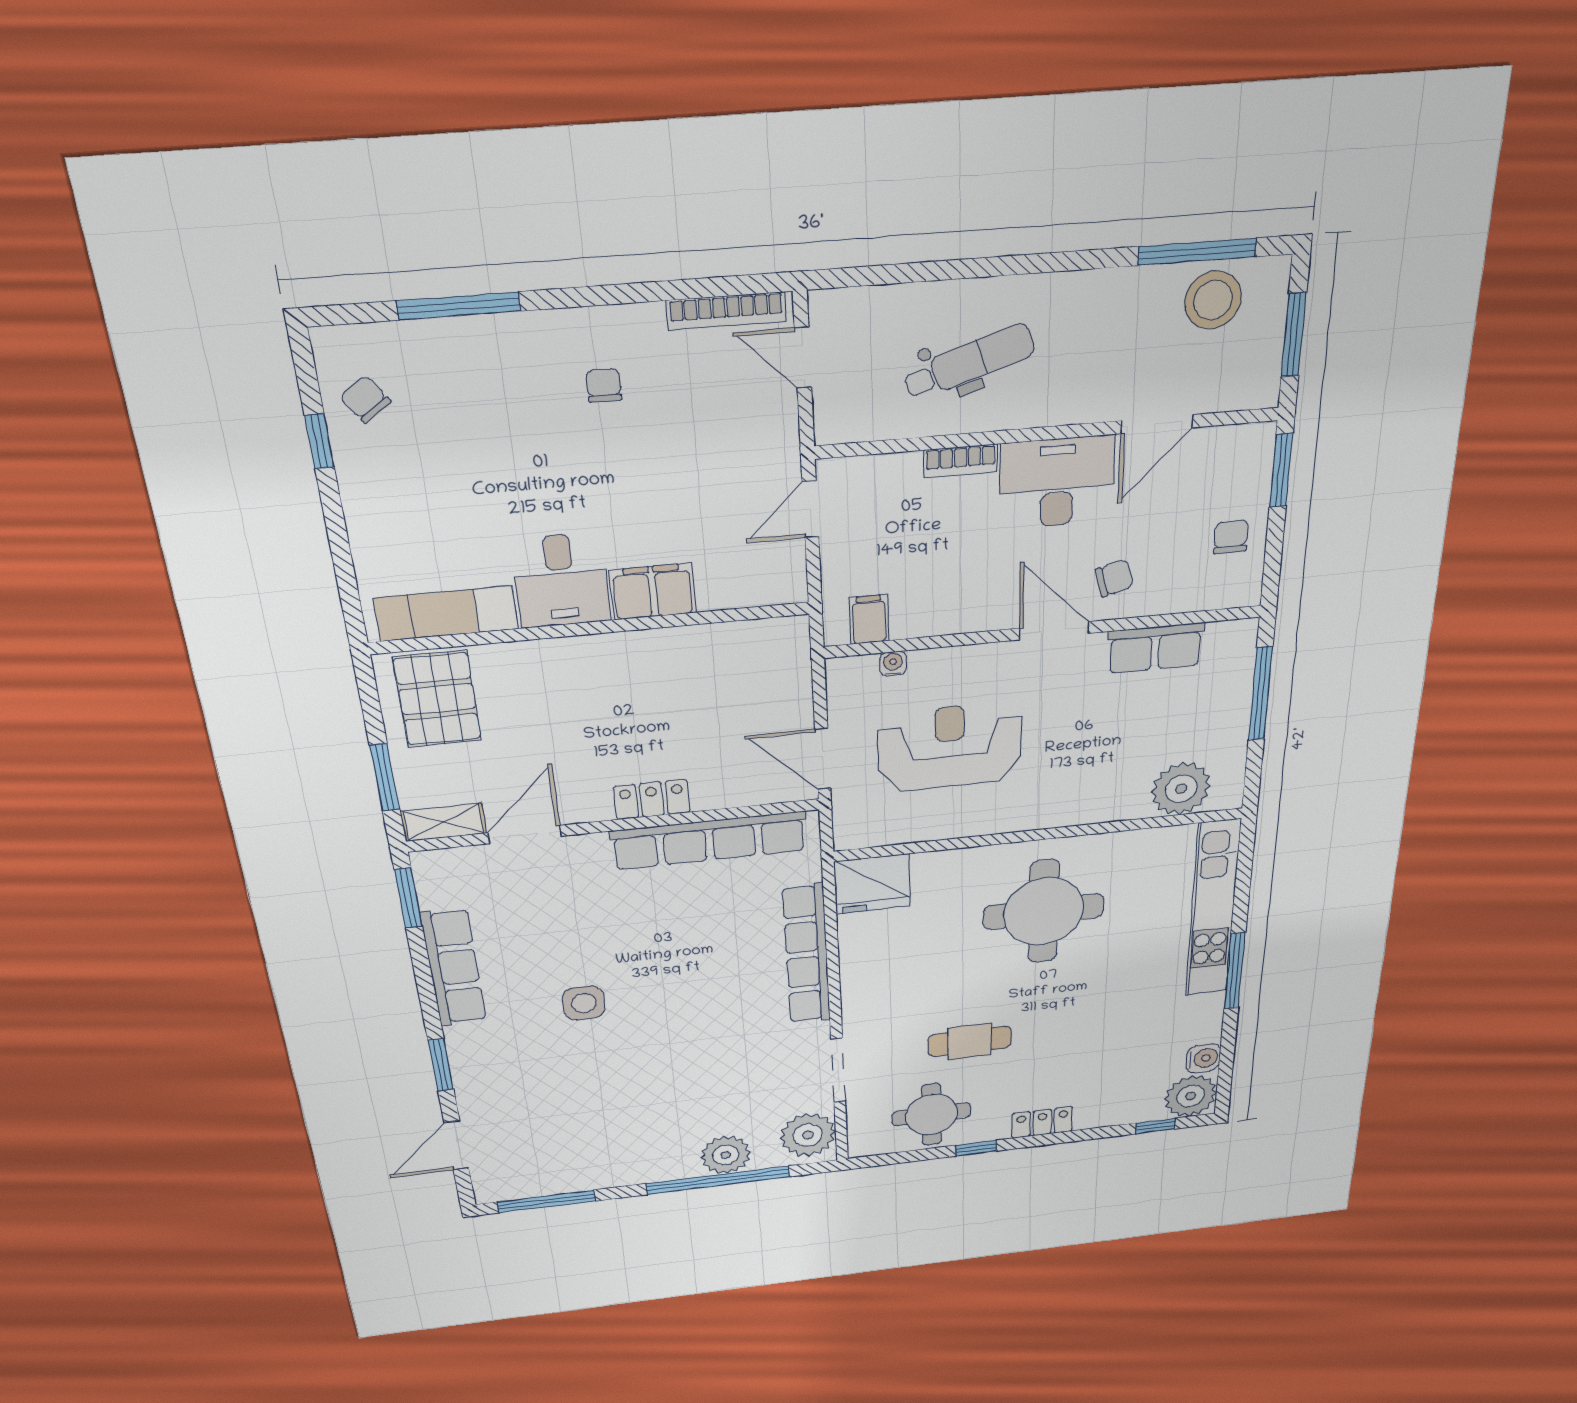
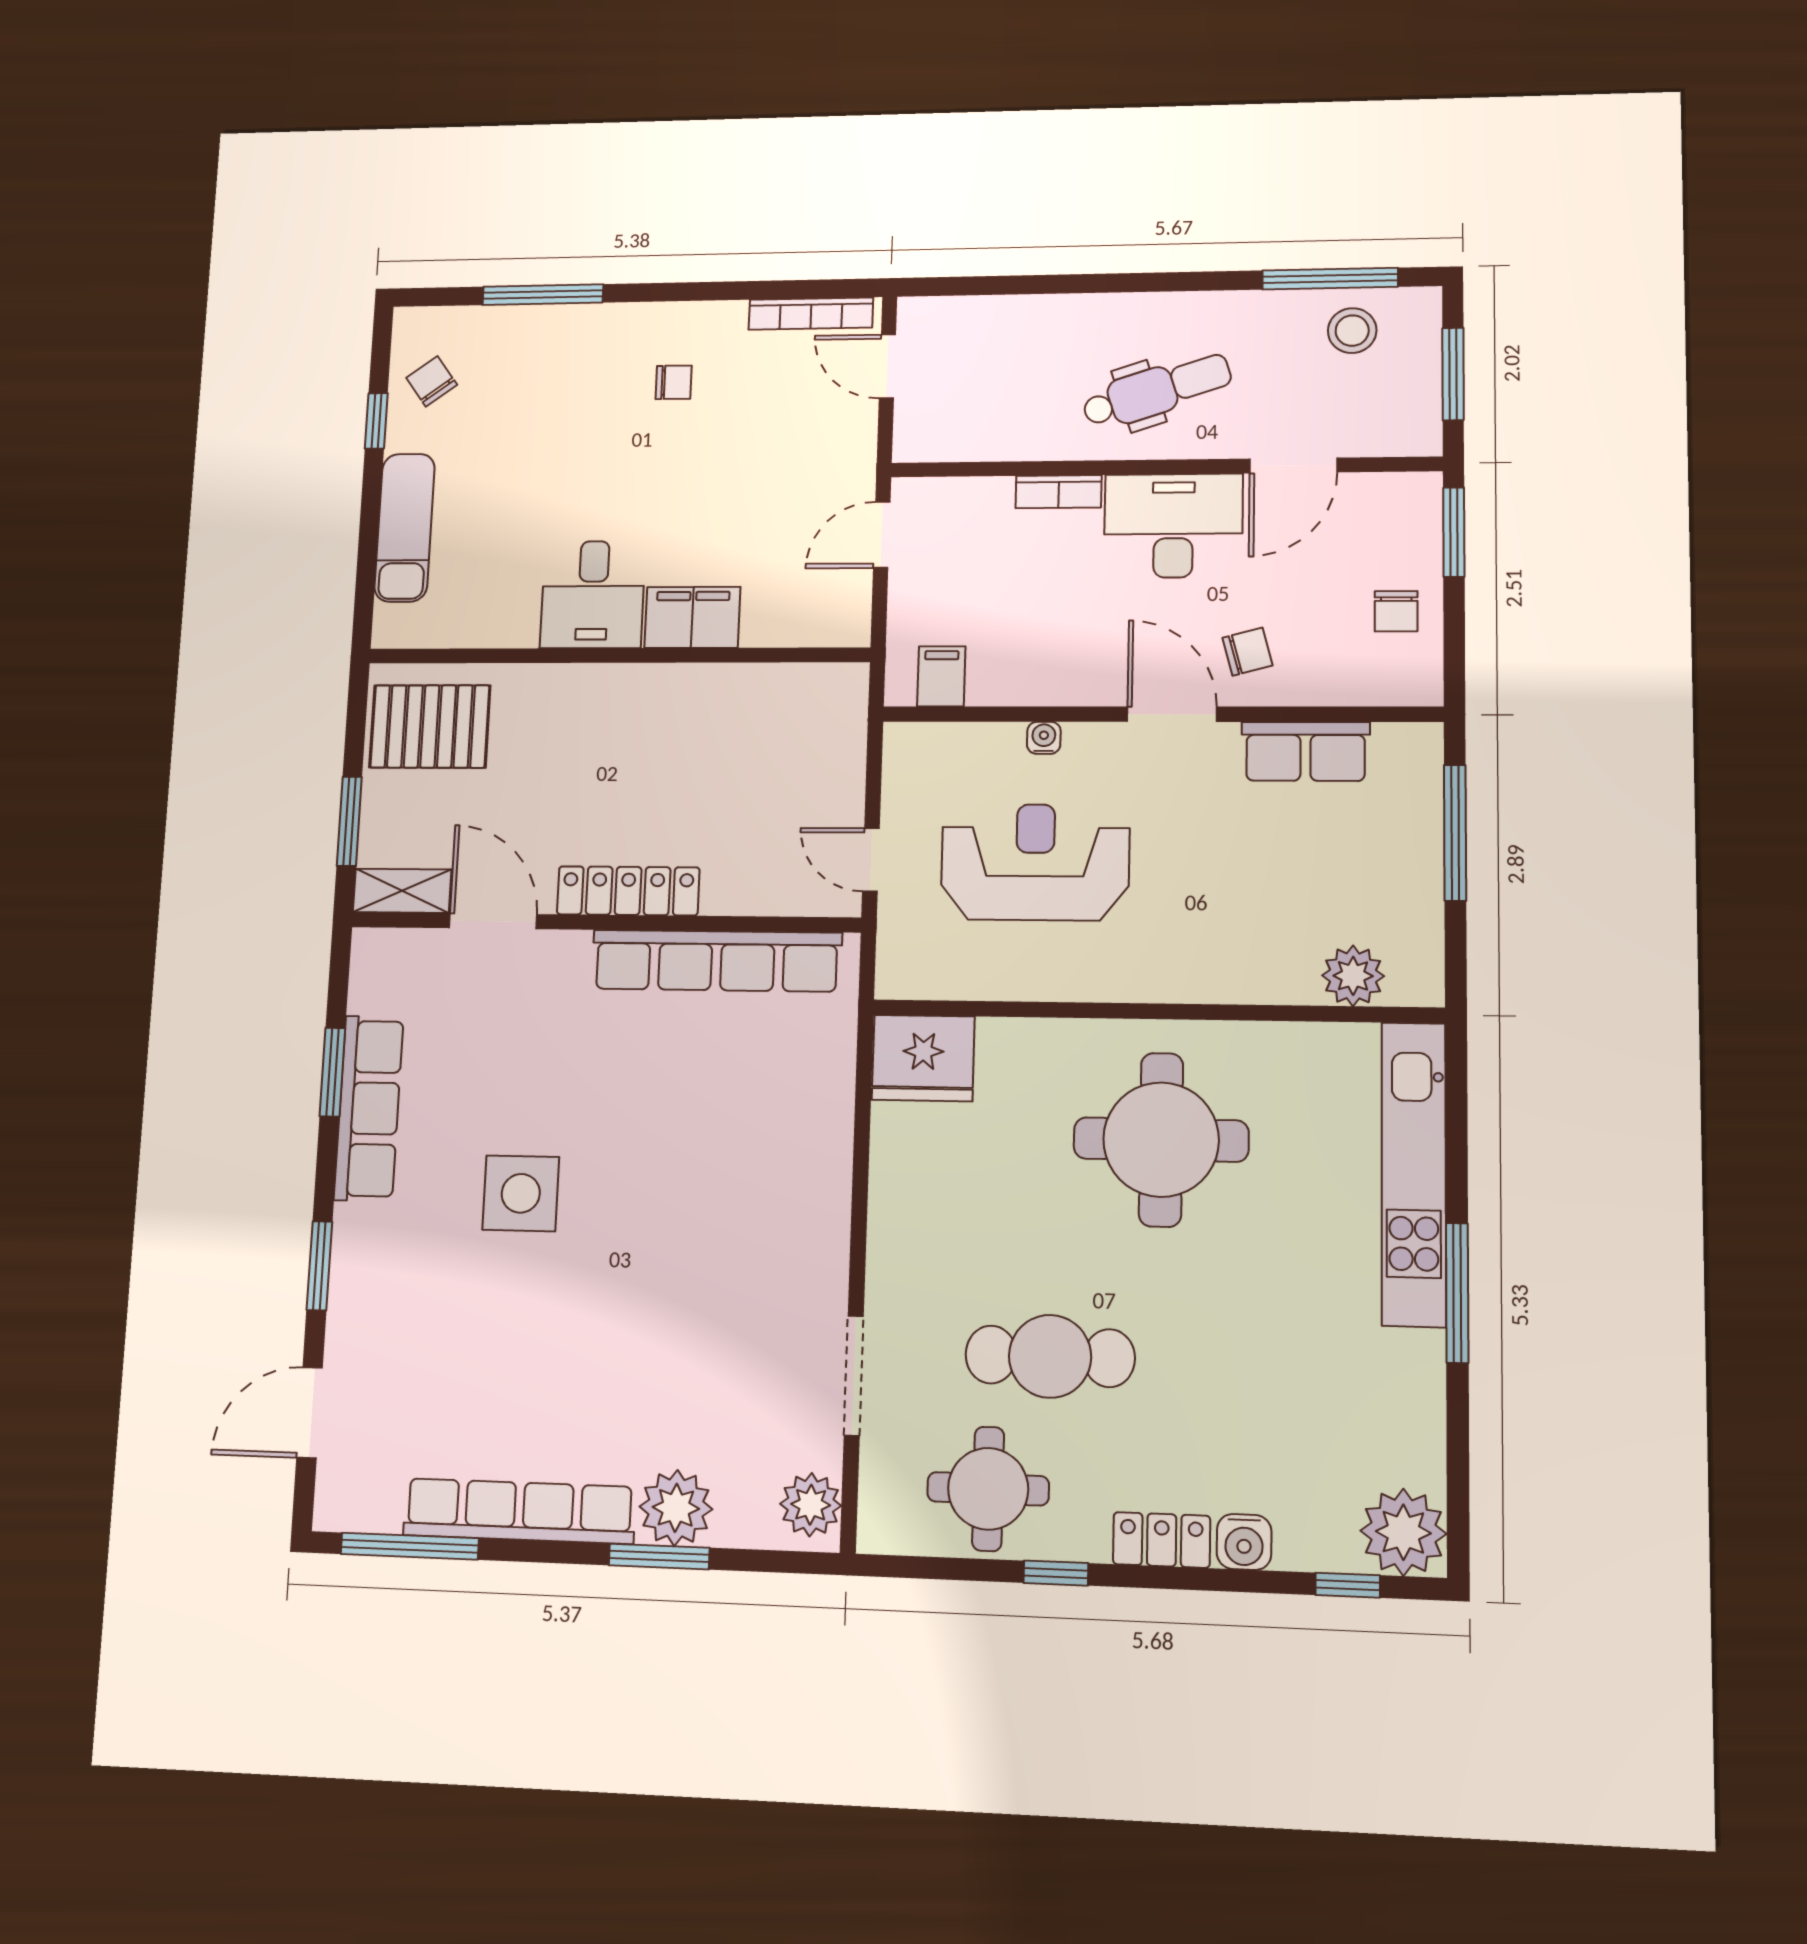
stool: (1213, 300) -> (1352, 331), width x0.73, depth x0.73
dental chair: (969, 362) -> (1157, 391), moved
chair: (604, 386) -> (674, 382), turned 90
chair: (1231, 537) -> (1396, 611), turned 180
exam couch: (446, 613) -> (405, 528), moved, turned 90
water cooler: (893, 664) -> (1044, 738), moved
pallet: (437, 699) -> (430, 726), turned 90
door: (823, 759) -> (871, 860), width x0.73
plant: (1181, 789) -> (1353, 976), width x0.73, depth x0.73
locker: (652, 799) -> (628, 891), width x1.53
door: (525, 835) -> (493, 921), hinge flipped
window: (408, 898) -> (332, 1072), moved
row of seats: (807, 955) -> (519, 1511), moved, turned 90
side table: (584, 1003) -> (521, 1193), width x1.37, depth x1.37
cafe table: (970, 1041) -> (1050, 1356), width x1.37, depth x1.35
water cooler: (1203, 1058) -> (1244, 1542), moved, turned 90
plant: (808, 1135) -> (811, 1505), width x0.73, depth x0.73
window: (718, 1180) -> (659, 1557), width x0.47

